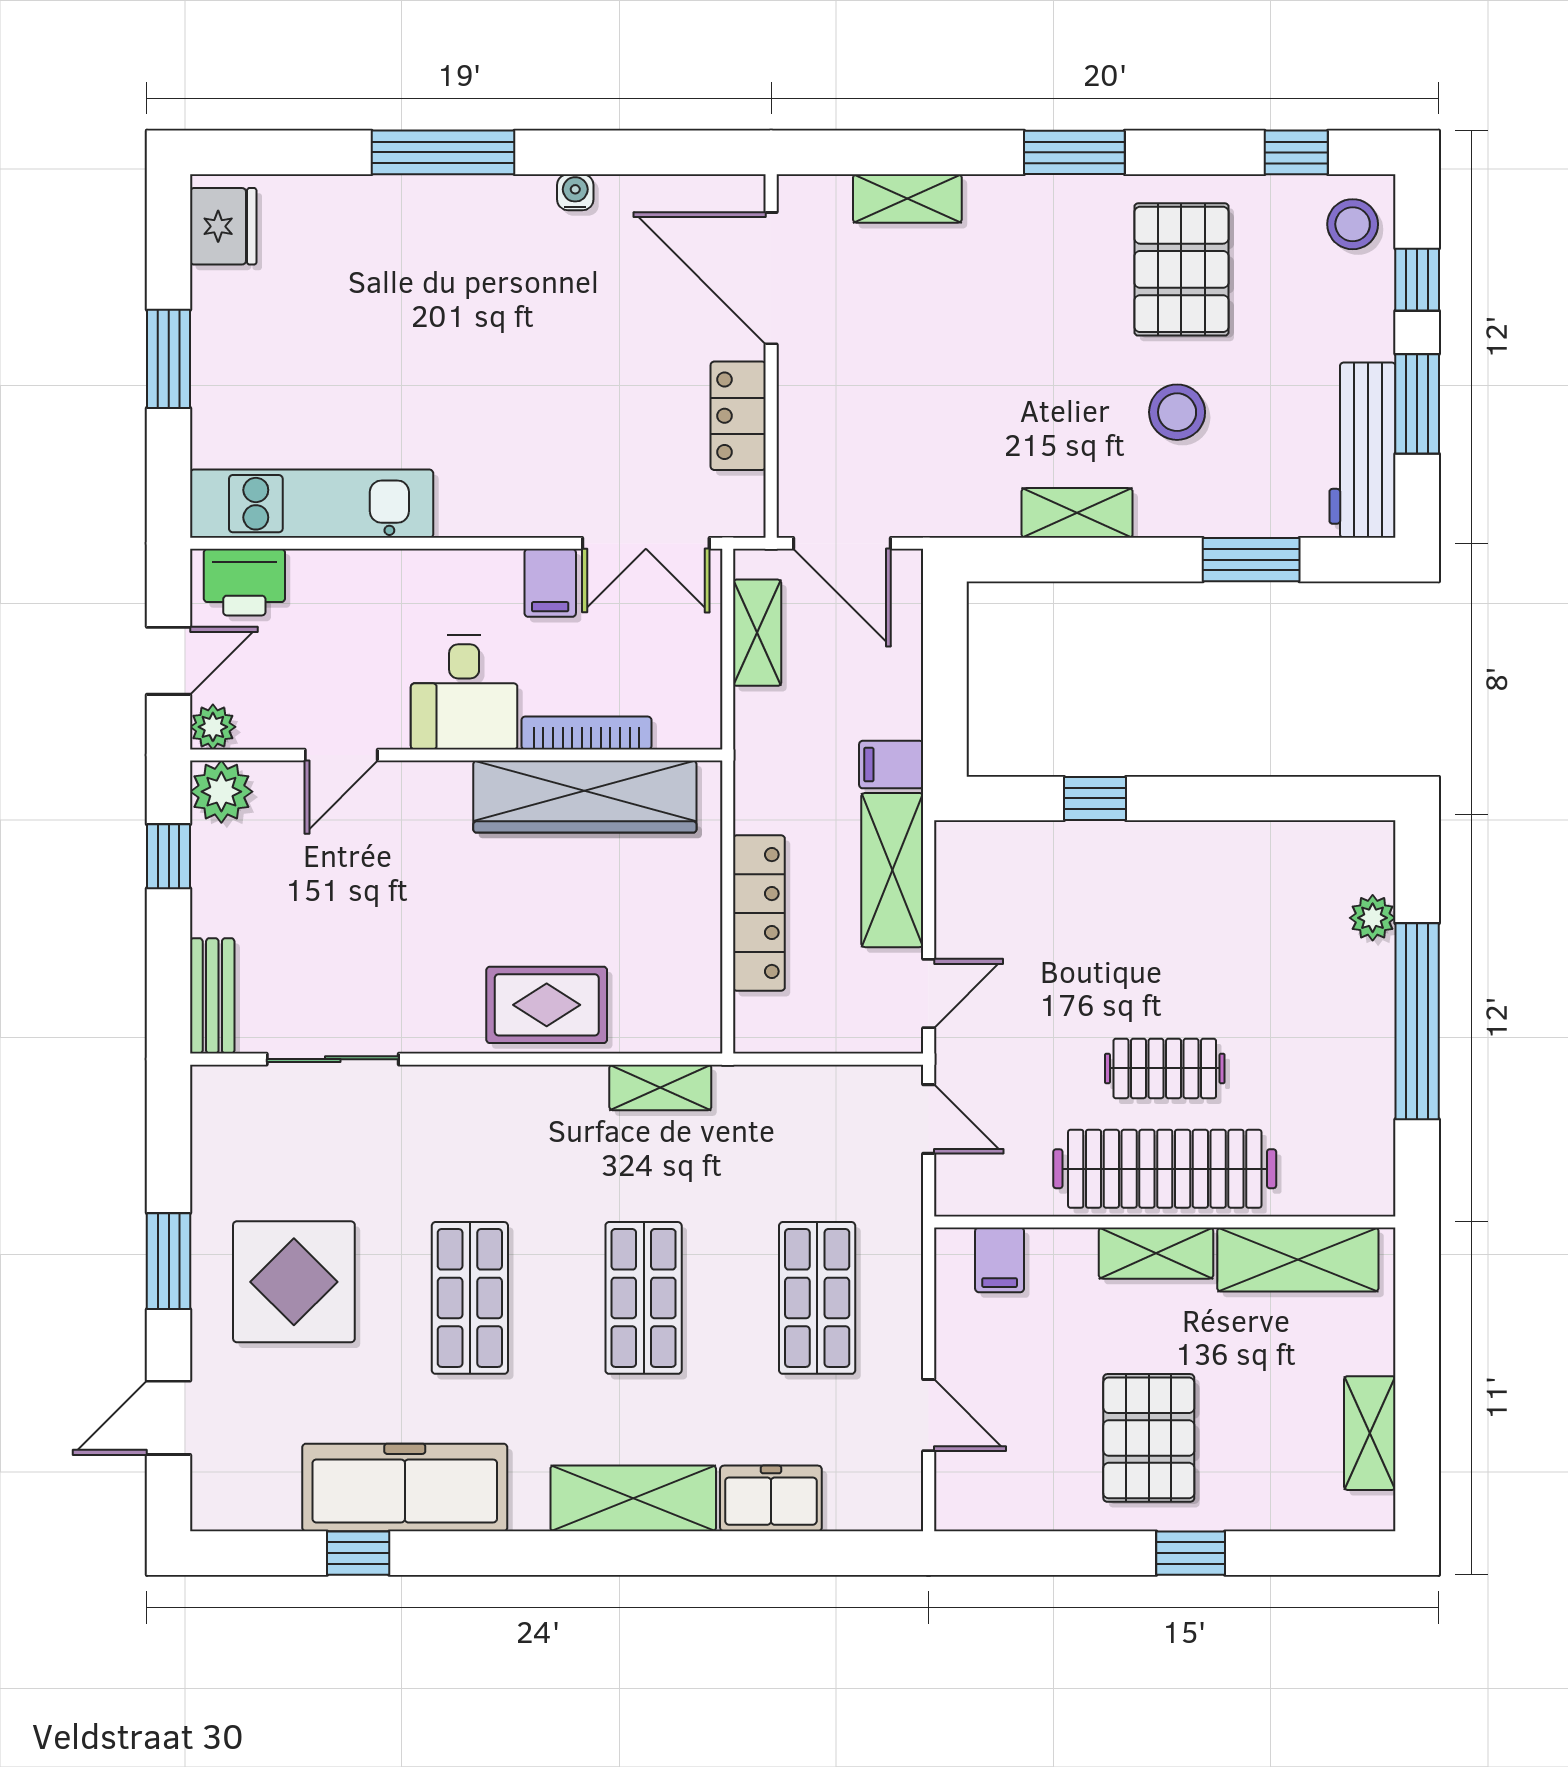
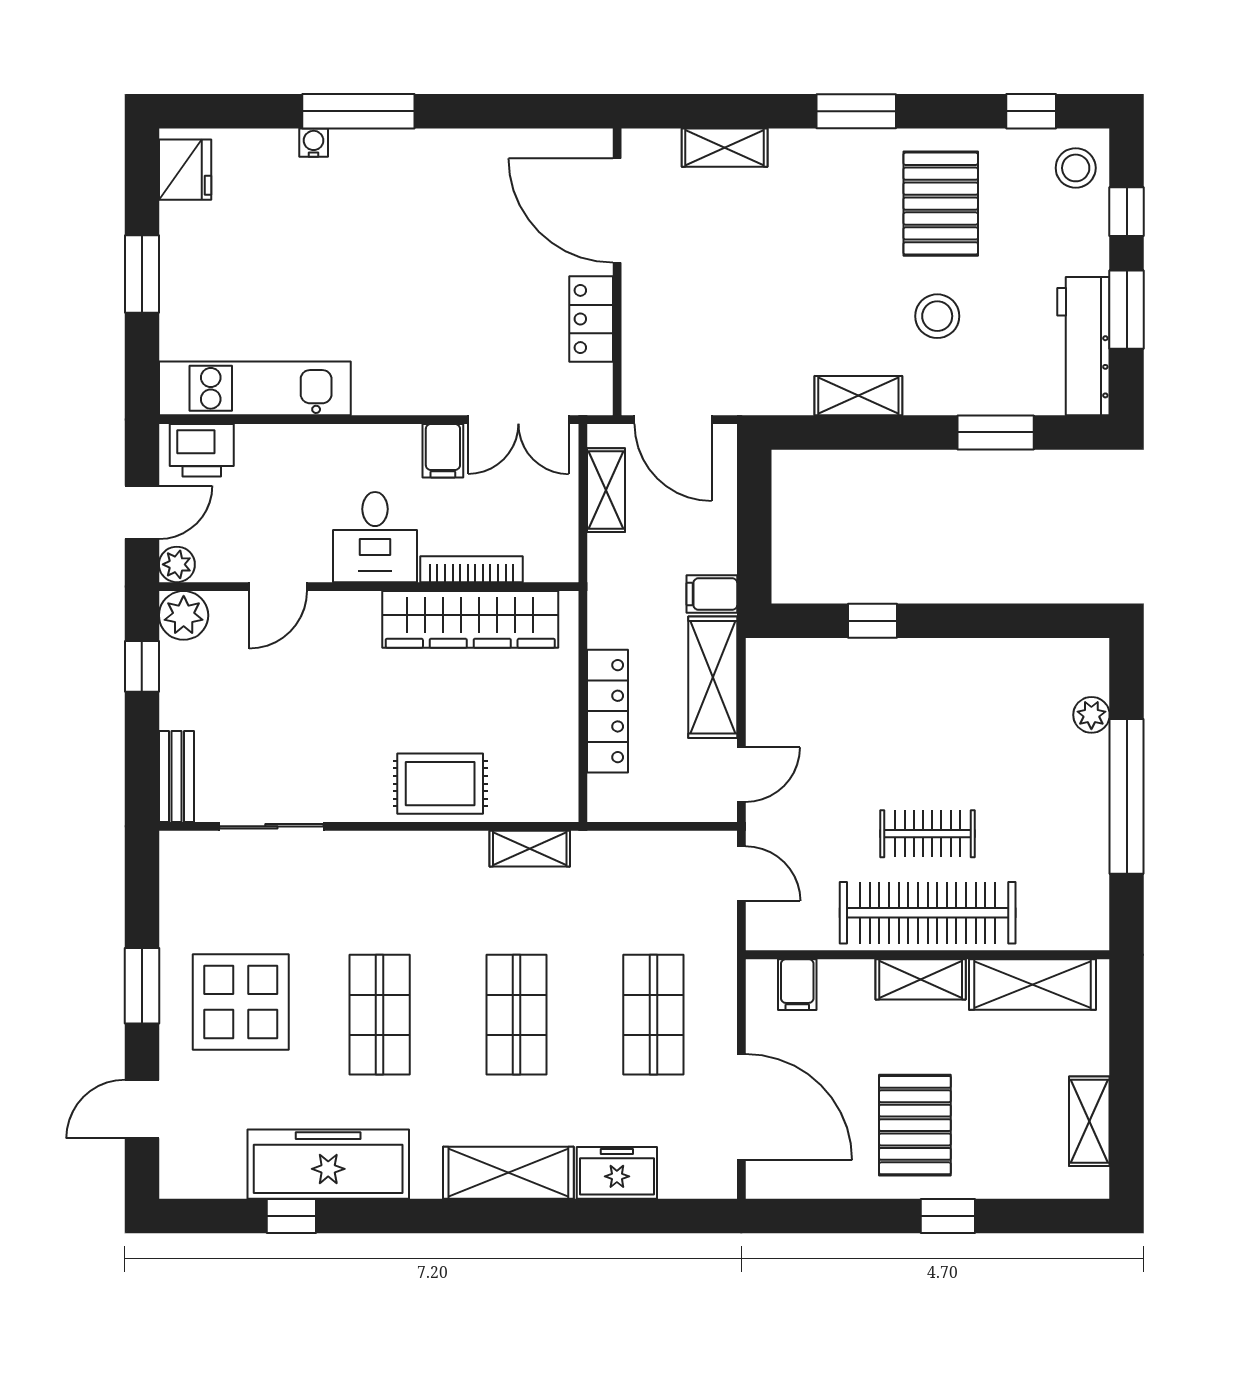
water cooler: (575, 192) -> (314, 143), moved
door: (929, 1415) -> (741, 1107), width x1.87

